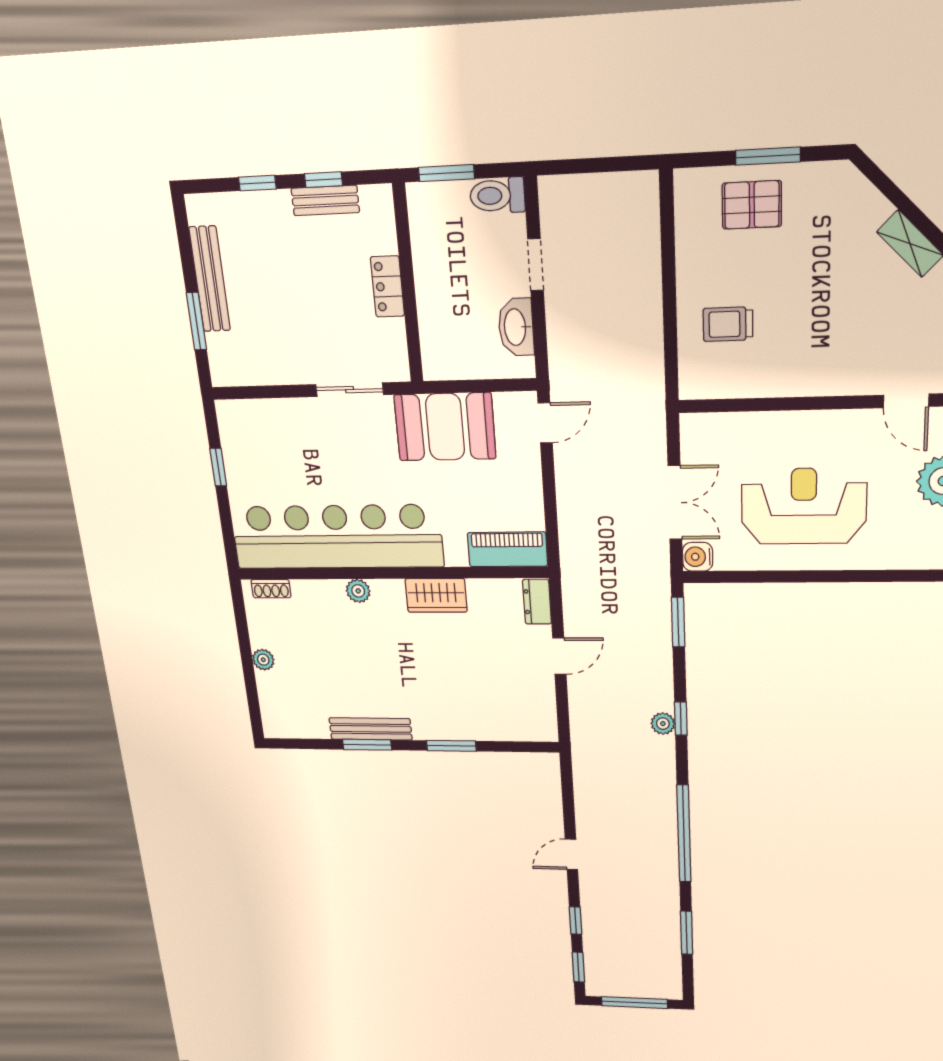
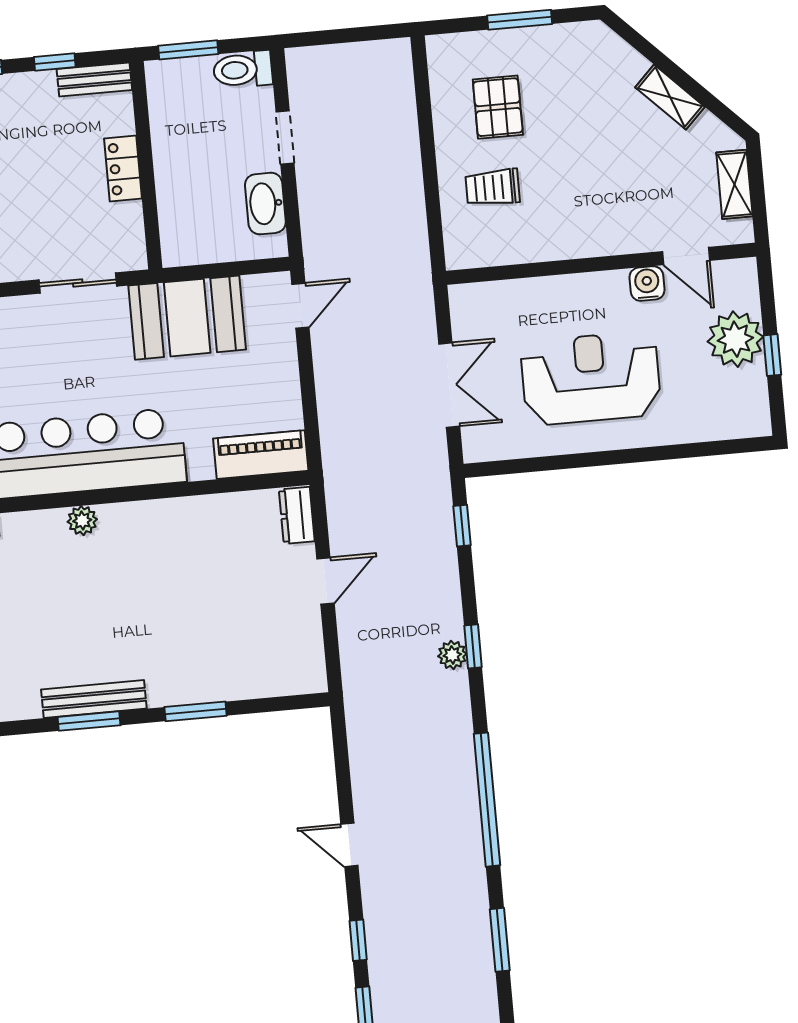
bench: (325, 200) -> (94, 79), moved
pallet: (752, 205) -> (498, 107), moved, turned 90
water cooler: (698, 557) -> (647, 284), moved, turned 90
wardrobe: (436, 595) -> (177, 518), removed
window: (678, 622) -> (462, 526), width x0.67
door: (571, 854) -> (349, 845), hinge flipped

